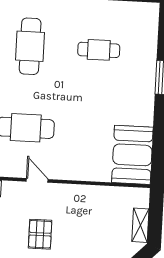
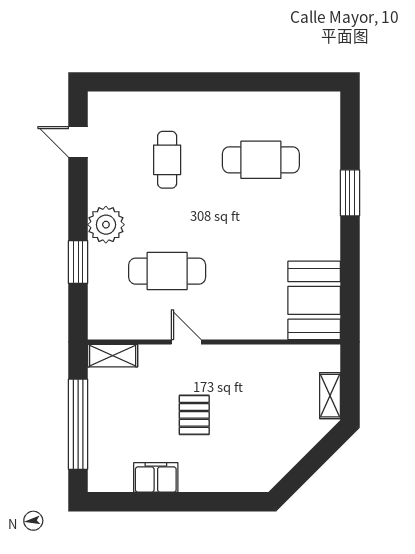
cafe table: (30, 46) -> (167, 160), width x0.73, depth x0.74
cafe table: (99, 50) -> (261, 160), width x1.37, depth x1.35

